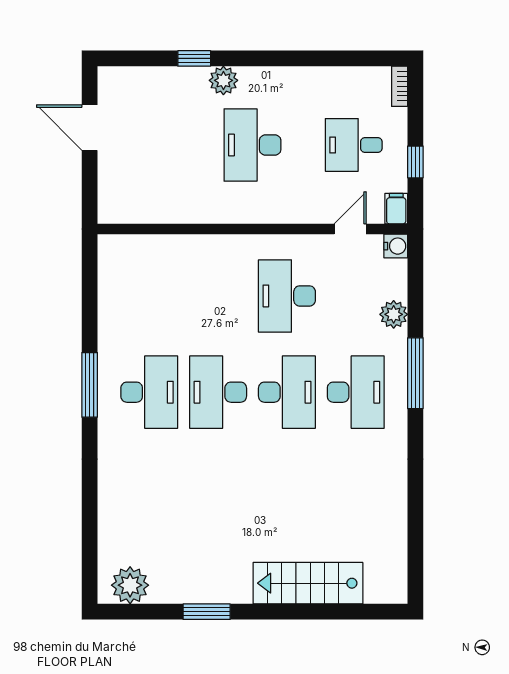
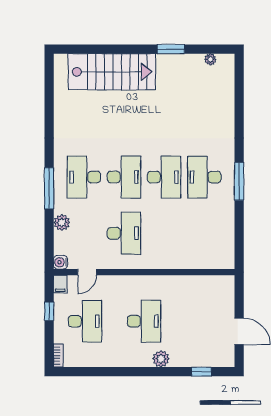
window: (194, 58) -> (202, 372), moved
desk: (354, 145) -> (85, 321), width x1.37
desk: (287, 392) -> (124, 177), turned 180
stairs: (308, 583) -> (112, 72), width x1.36, depth x1.51
plant: (130, 585) -> (210, 59), width x0.53, depth x0.53

